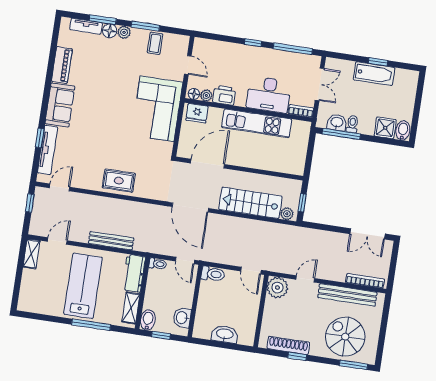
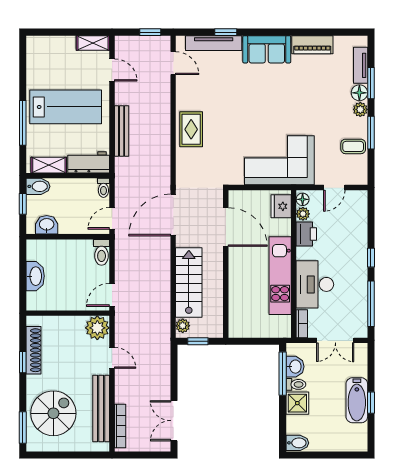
shower: (385, 128) -> (297, 403), moved

